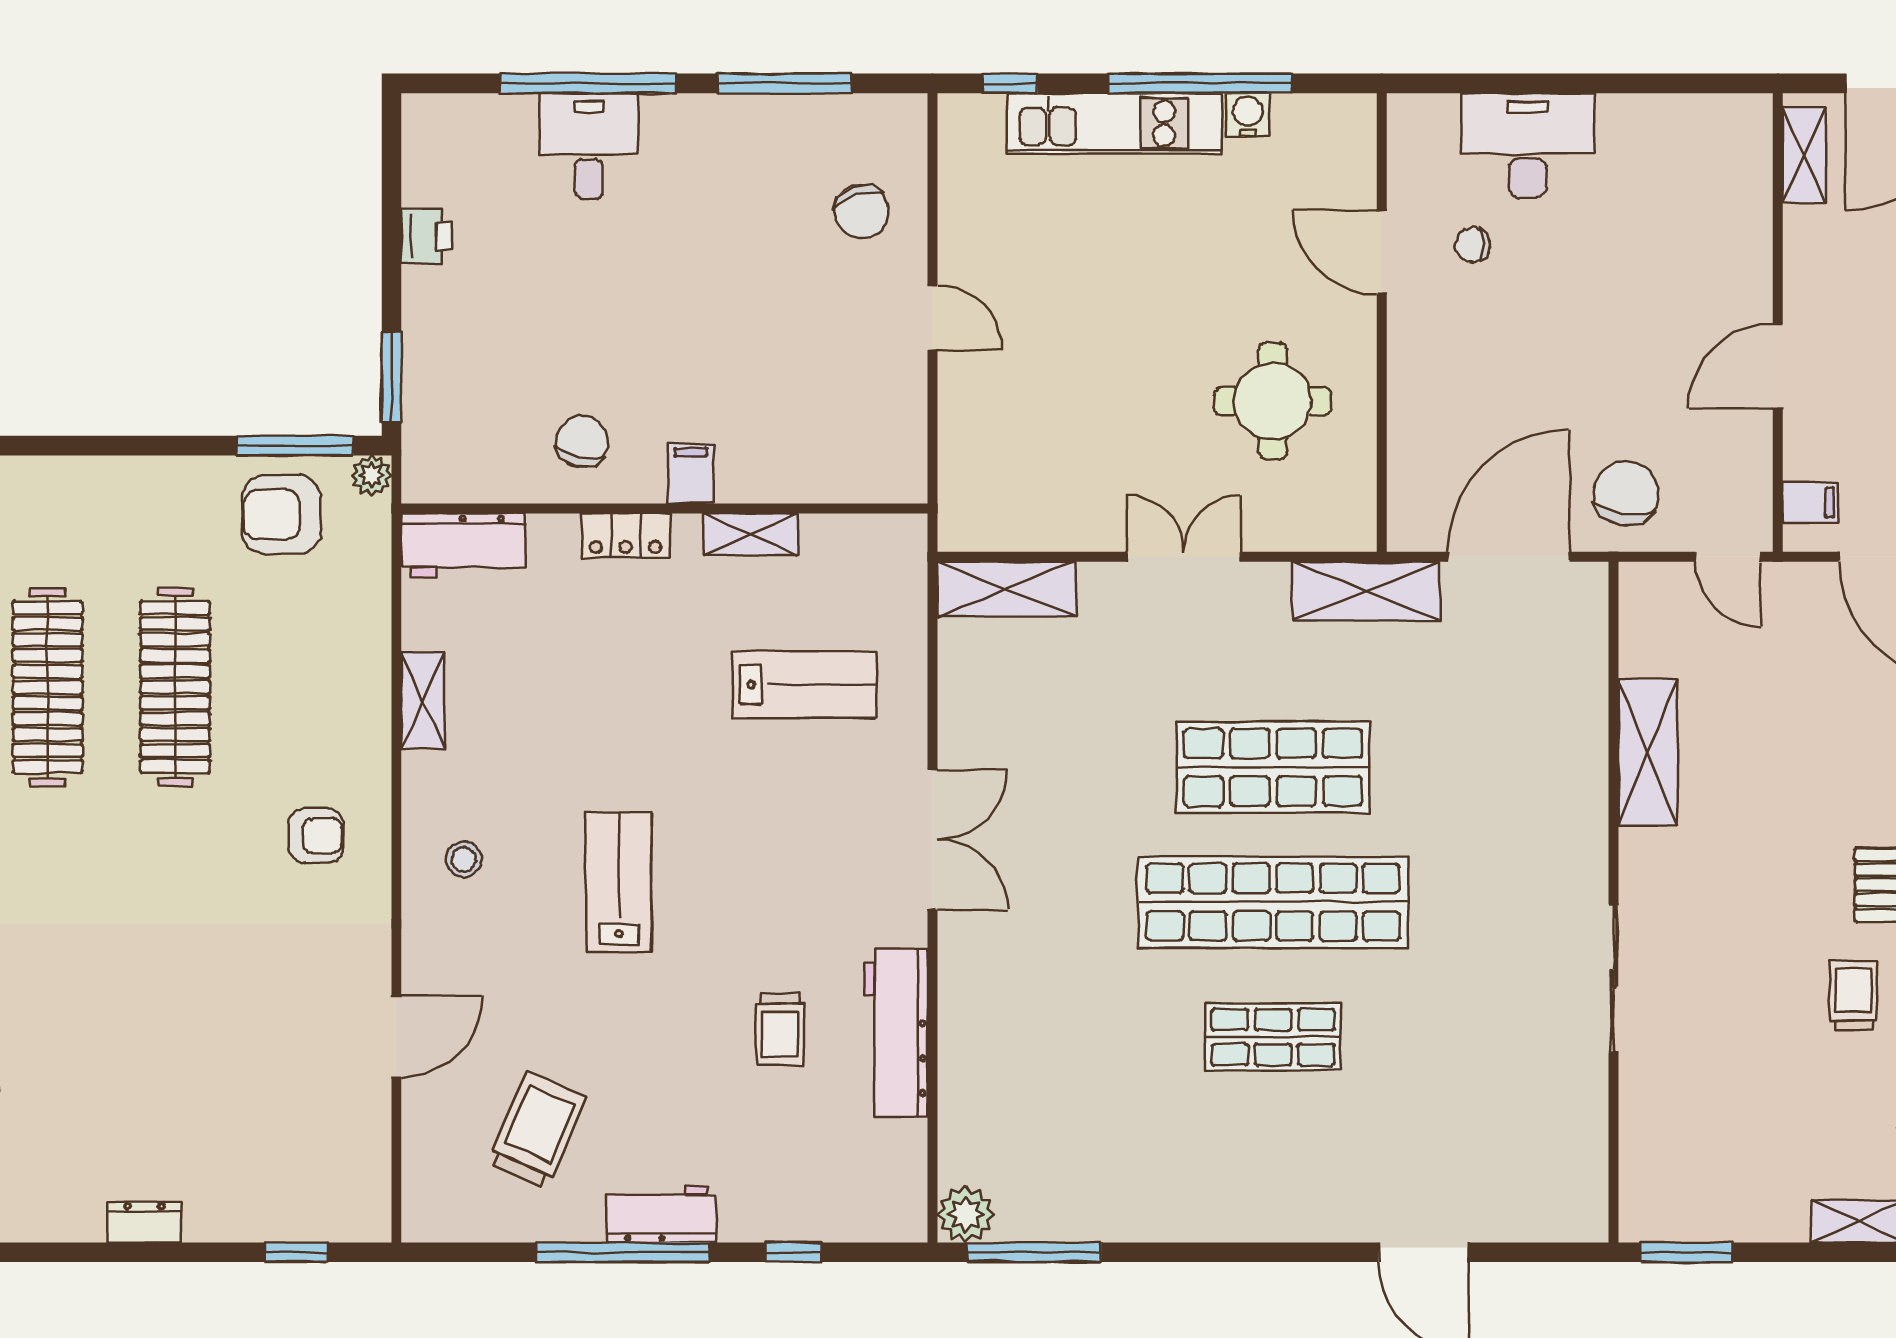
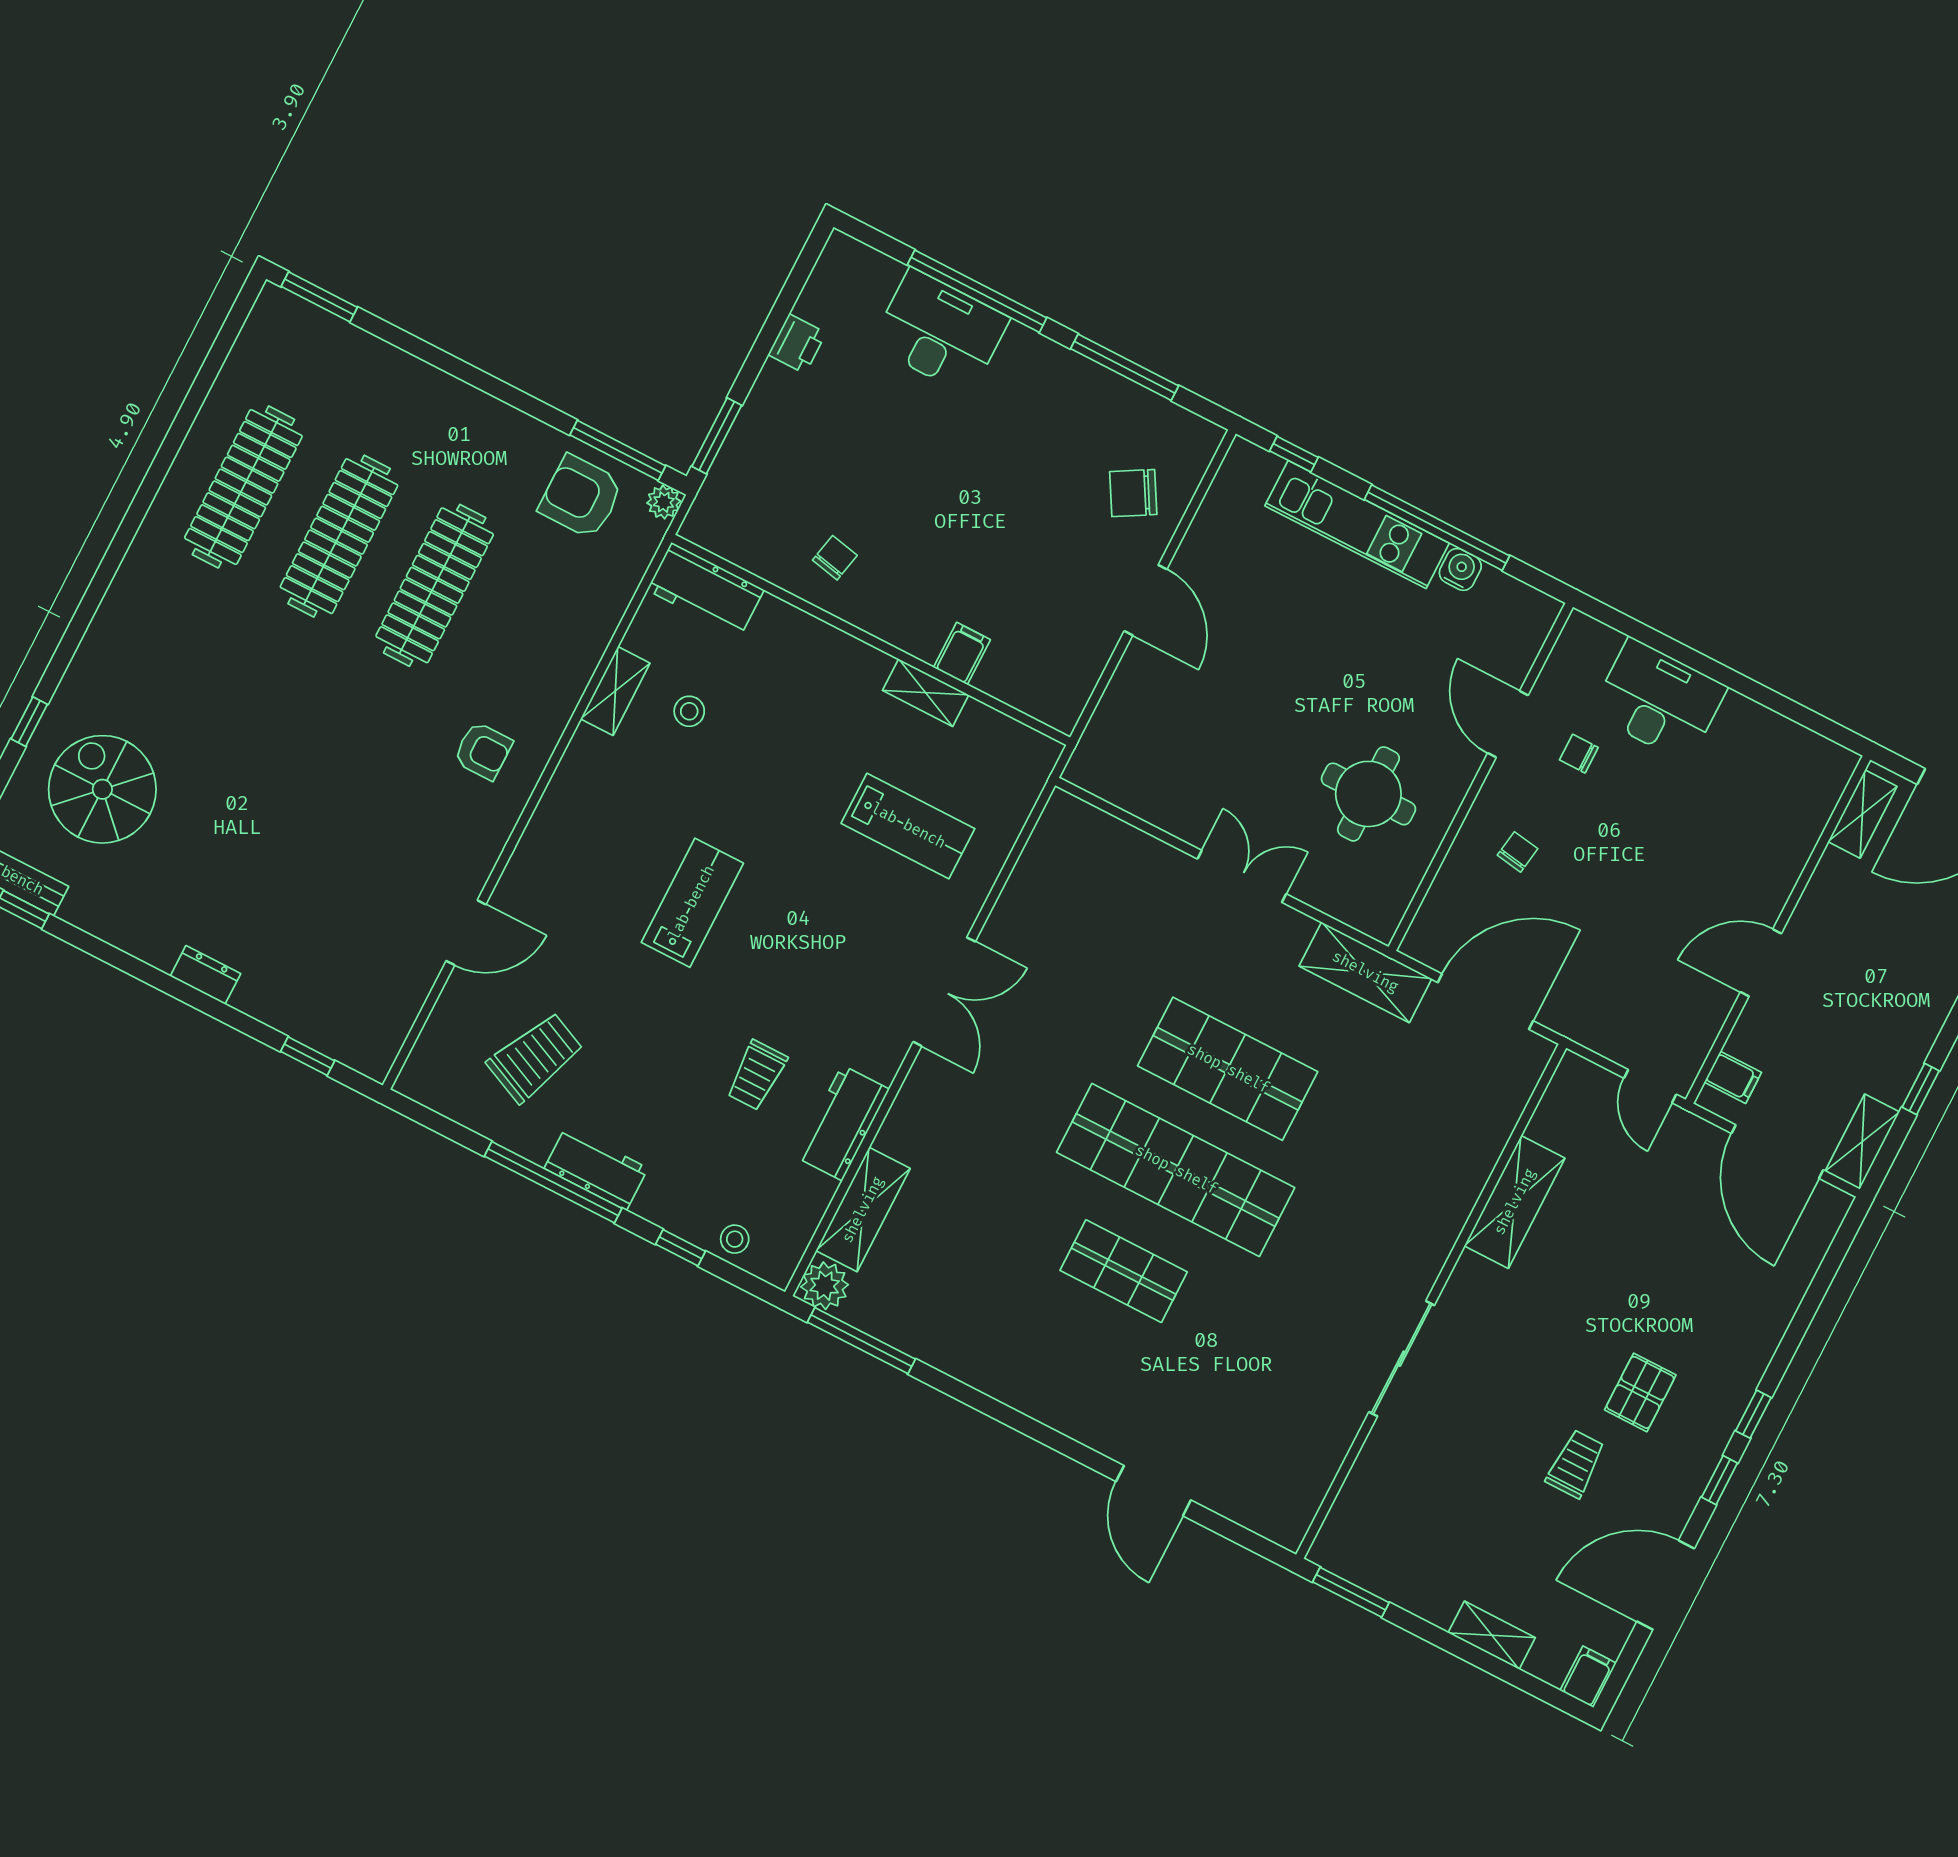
desk: (589, 146) -> (940, 332), width x1.37
chair: (862, 211) -> (1133, 493), turned 79
door: (932, 318) -> (1145, 600), width x1.38
chair: (582, 441) -> (835, 558), width x0.73, depth x0.73
filing cabinet: (691, 473) -> (962, 654), moved
chair: (1626, 493) -> (1518, 852), moved, width x0.54, depth x0.54
locker: (625, 536) -> (831, 645), removed
shelving: (1006, 589) -> (863, 1210), moved, turned 90
stool: (463, 859) -> (689, 711), moved
workbench: (896, 1033) -> (842, 1123), width x0.73
stool: (846, 1214) -> (735, 1239), added

